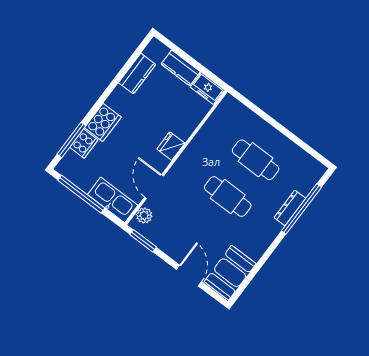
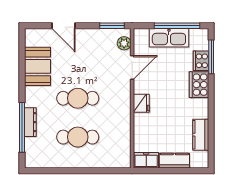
door: (154, 187) -> (132, 68), hinge flipped
kitchen sink: (113, 200) -> (169, 38), moved
booth: (230, 273) -> (38, 66), moved

